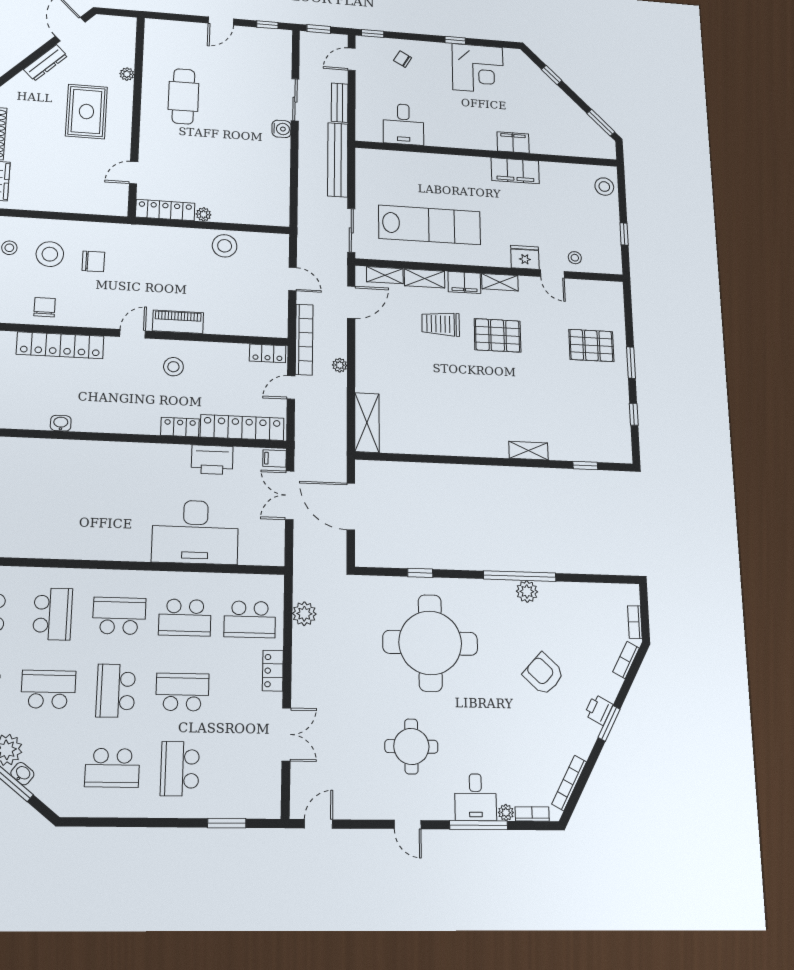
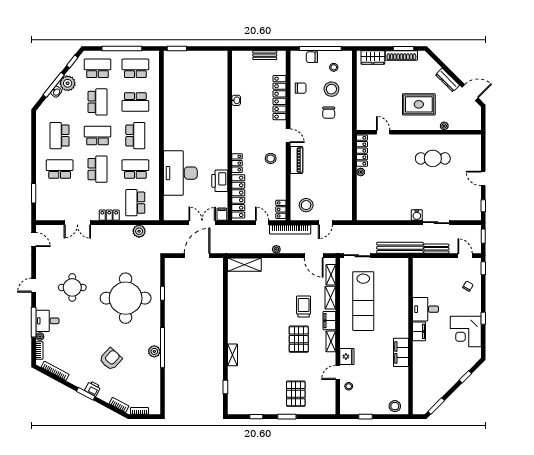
desk: (403, 124) -> (426, 309), moved
filing cabinet: (513, 142) -> (419, 331), moved
stool: (225, 246) -> (306, 205), moved
school desk: (185, 618) -> (135, 169), turned 90

